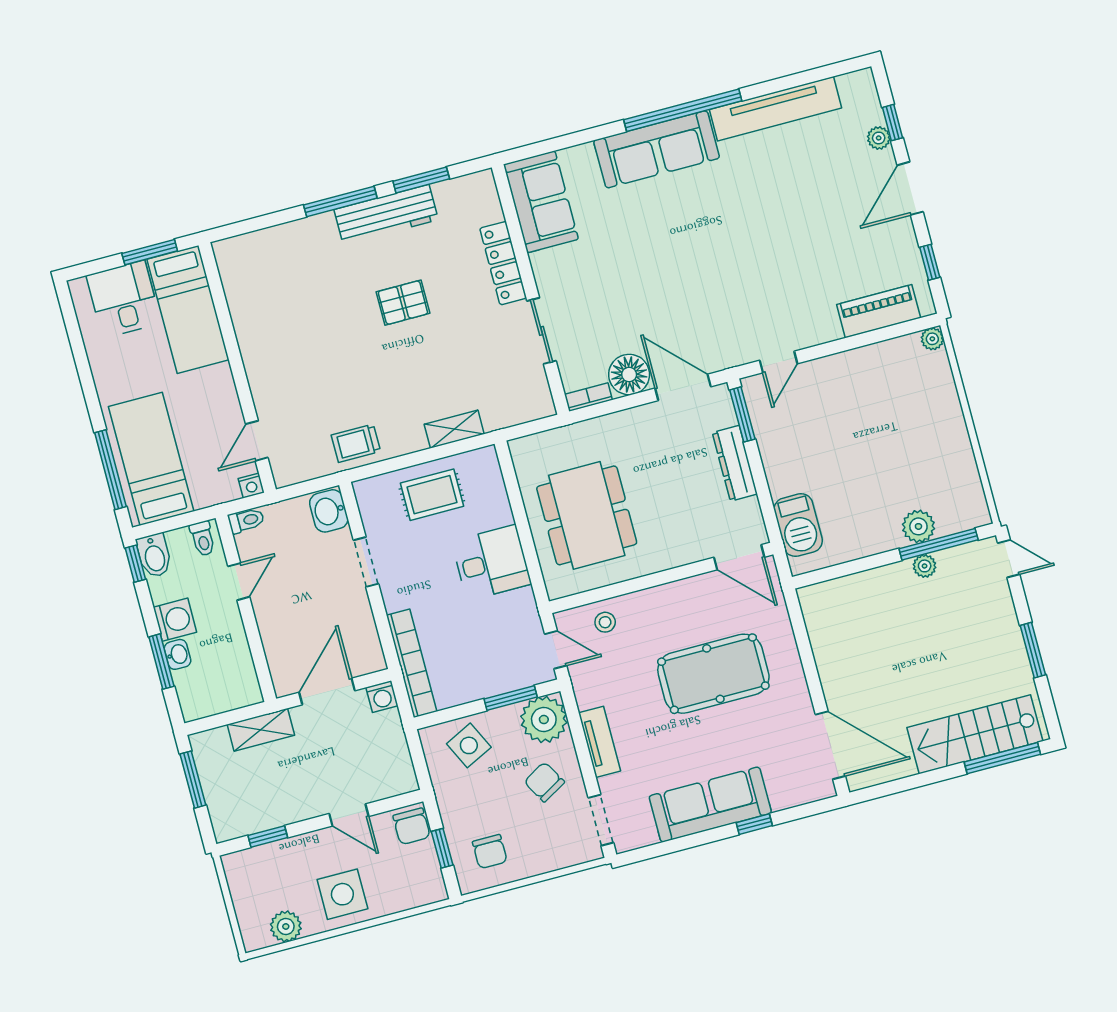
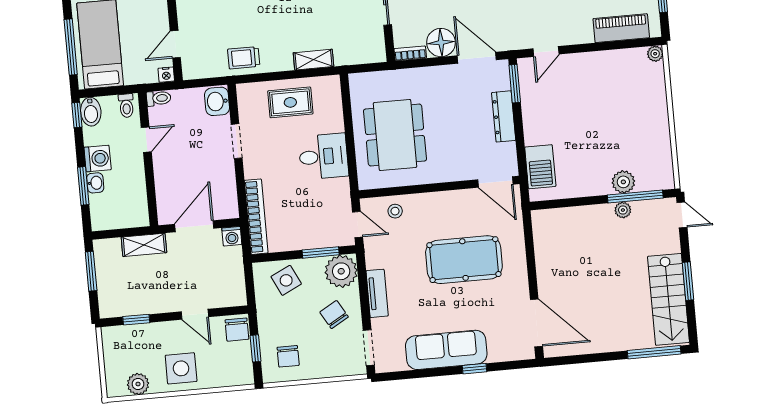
stairs: (975, 734) -> (668, 299), moved, turned -90

